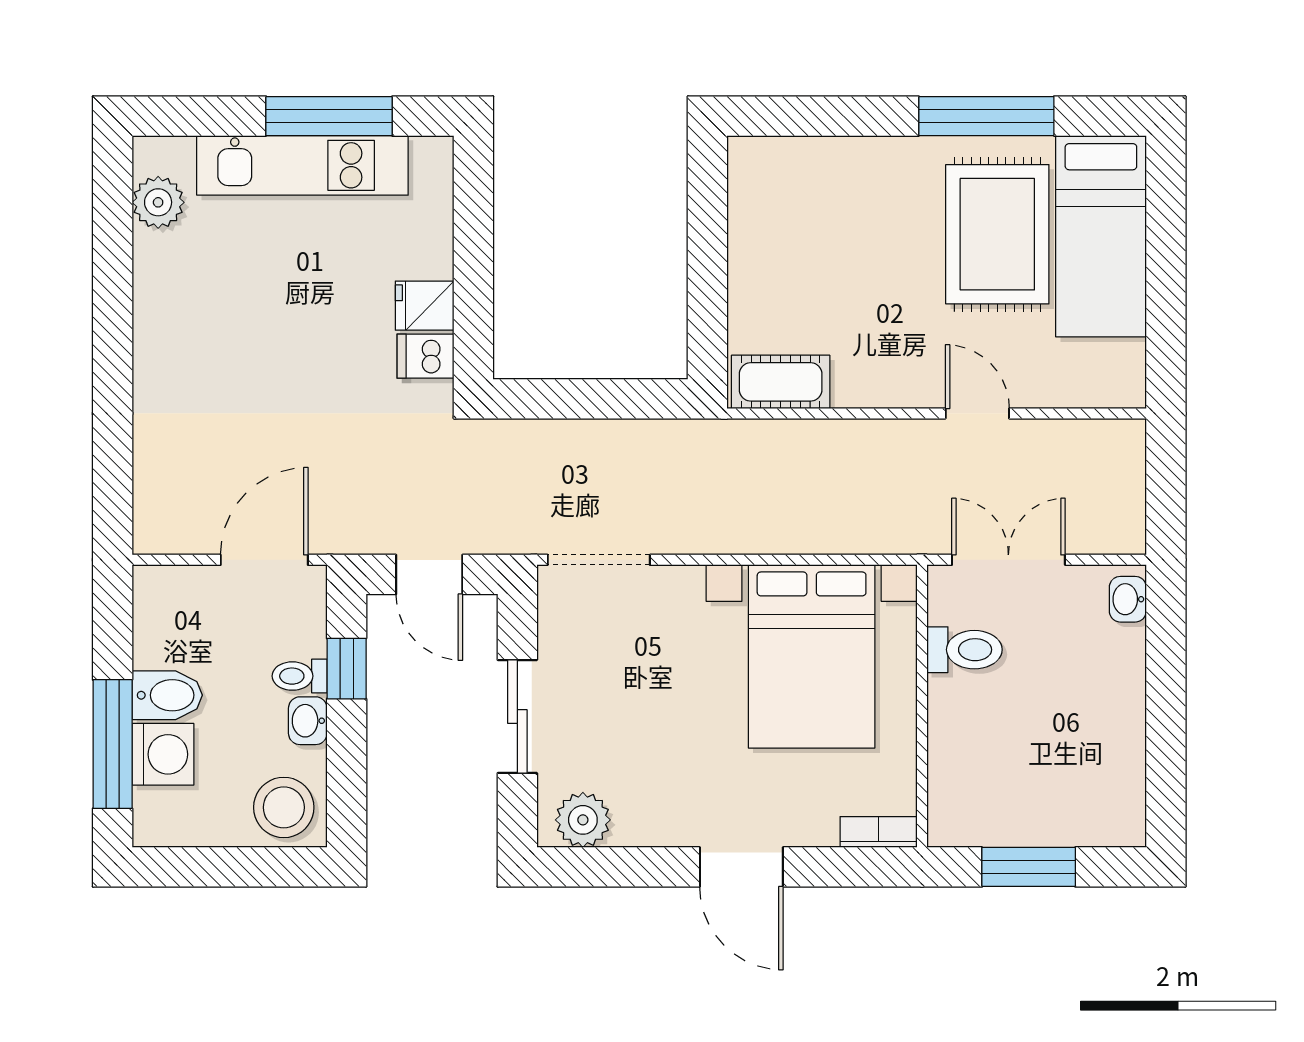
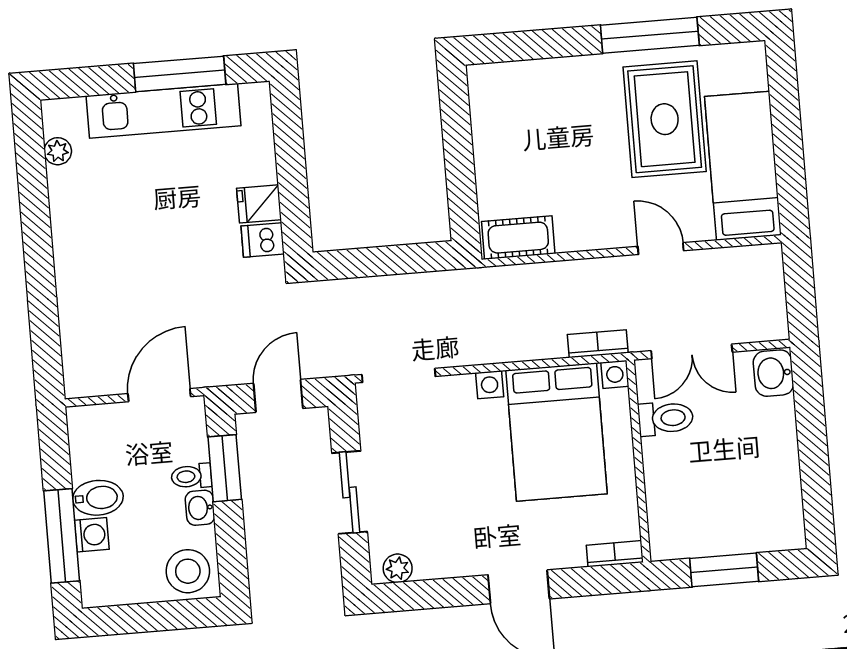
plant: (158, 202) -> (58, 151), width x0.73, depth x0.73
bed: (1101, 236) -> (743, 166), moved, turned 180
bookcase: (879, 538) -> (598, 344), added
double door: (1008, 560) -> (692, 351), swing flipped
door: (429, 574) -> (278, 396), swing flipped
washbasin: (1128, 599) -> (773, 373), width x1.38, depth x1.45
window: (347, 669) -> (225, 468), width x1.50
washing machine: (163, 754) -> (92, 535), width x0.73, depth x0.73
plant: (583, 820) -> (398, 568), width x0.73, depth x0.73

